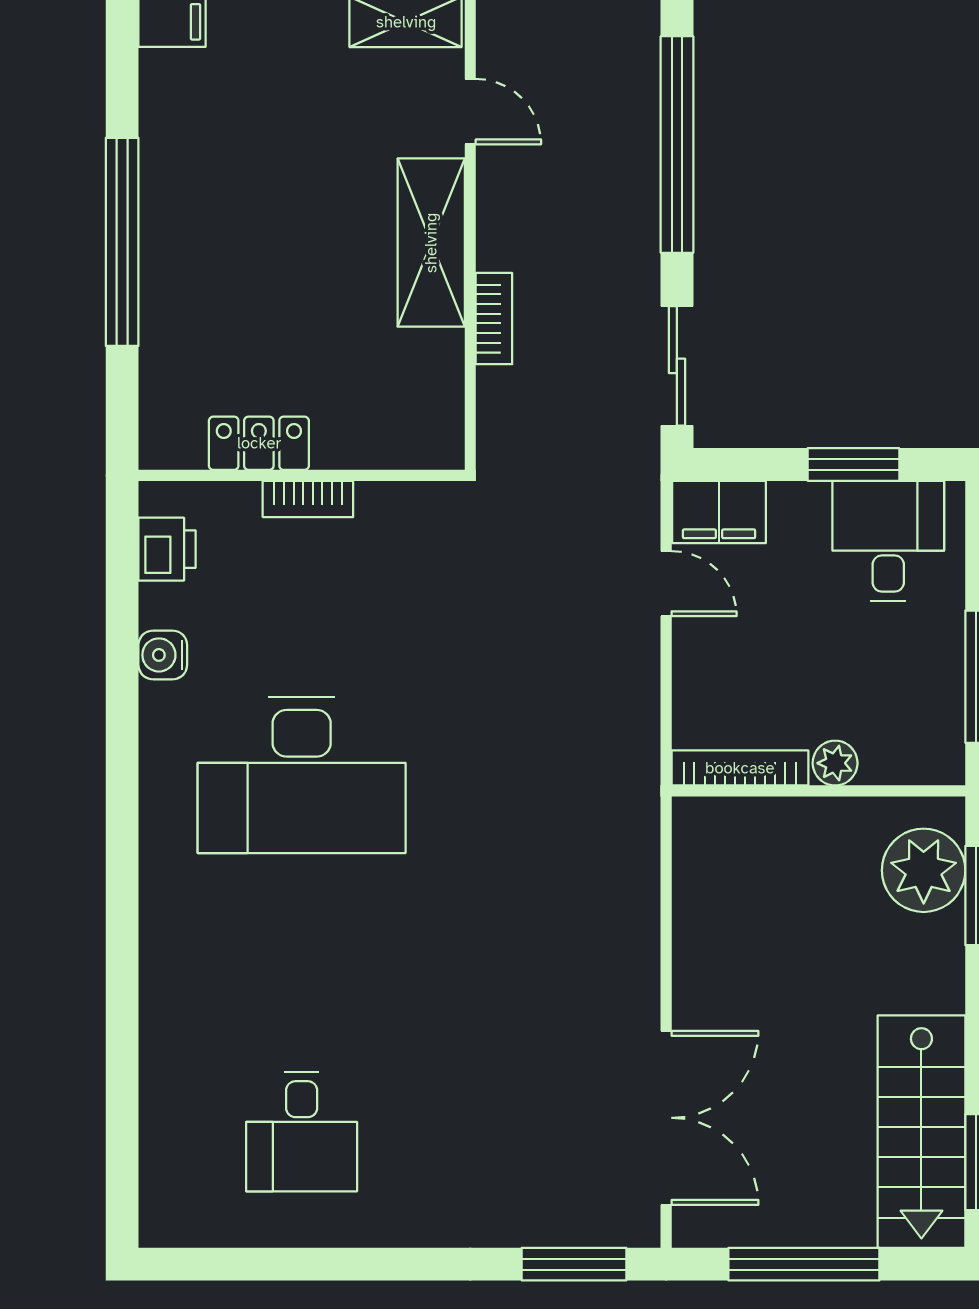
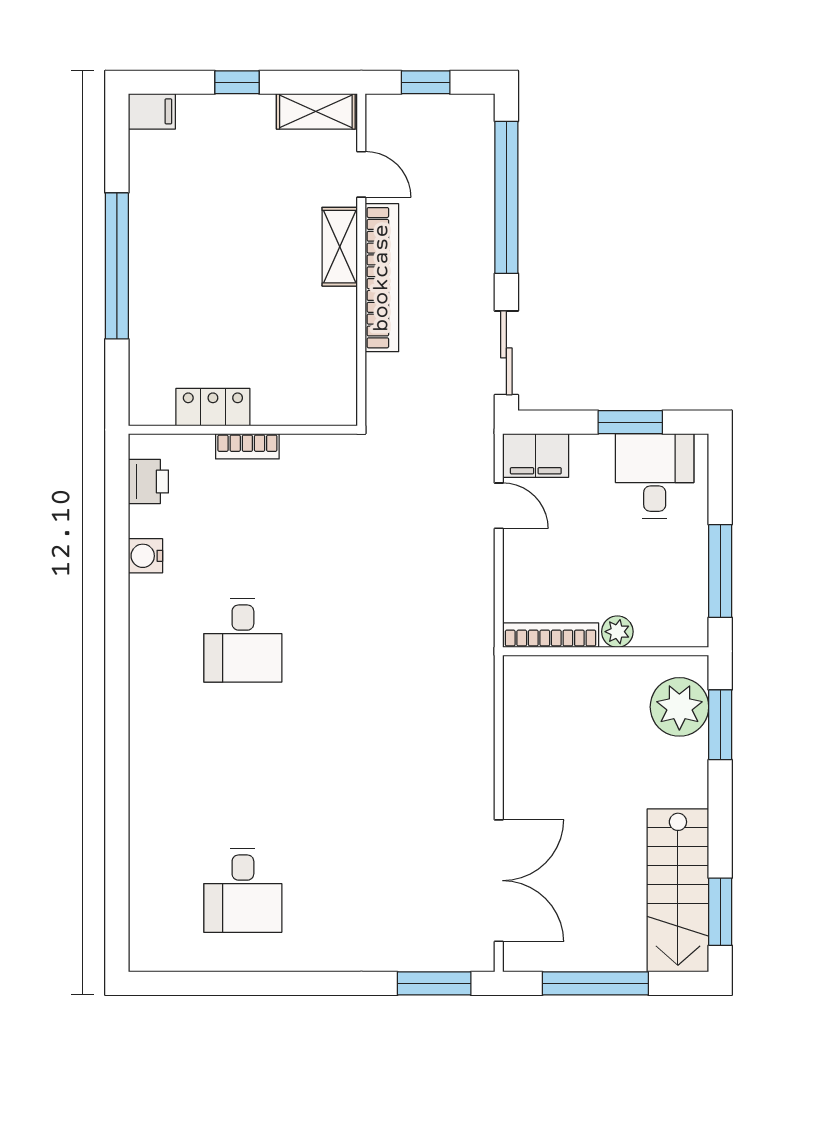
shelving: (431, 243) -> (340, 247), width x0.67, depth x0.75
bookcase: (494, 319) -> (382, 278), width x2.31, depth x1.31
desk: (302, 775) -> (243, 640), width x0.53, depth x0.77

